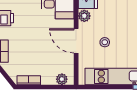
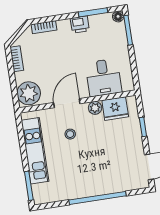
plant: (62, 79) -> (29, 93), width x1.87, depth x1.87

